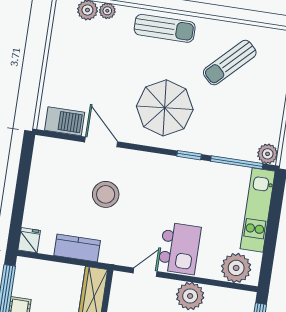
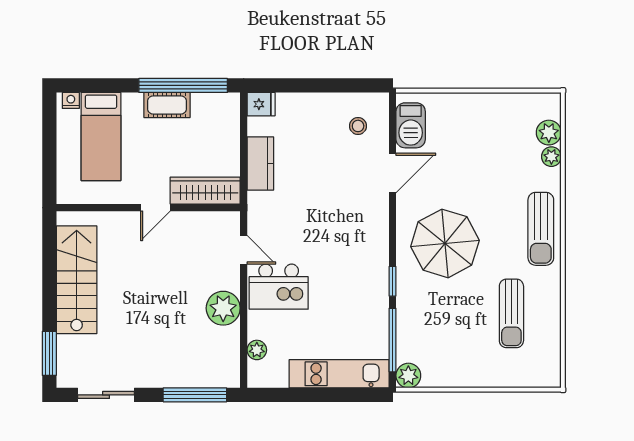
sun lounger: (230, 63) -> (511, 313), turned -135
stool: (106, 194) -> (358, 126), moved, width x0.53, depth x0.53
plant: (236, 268) -> (257, 350), width x0.53, depth x0.53

